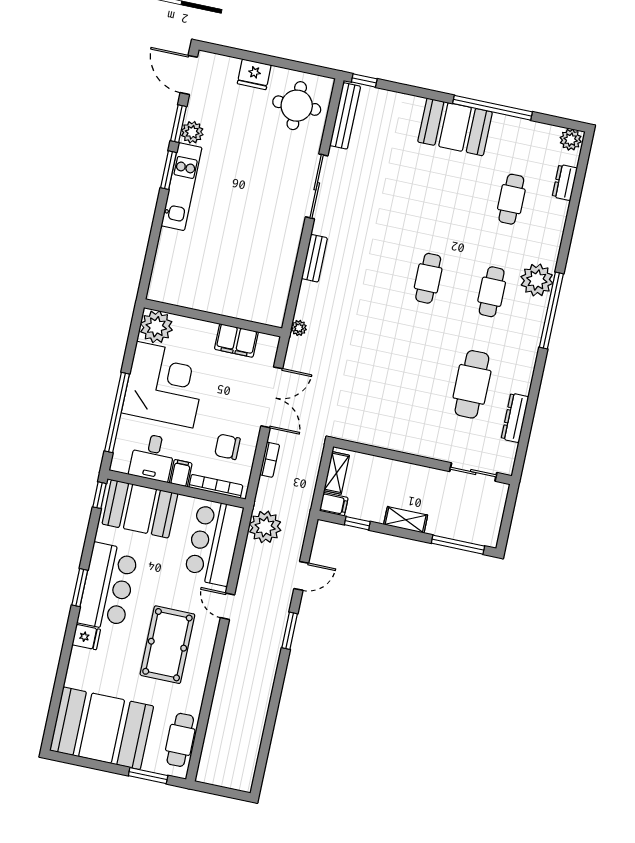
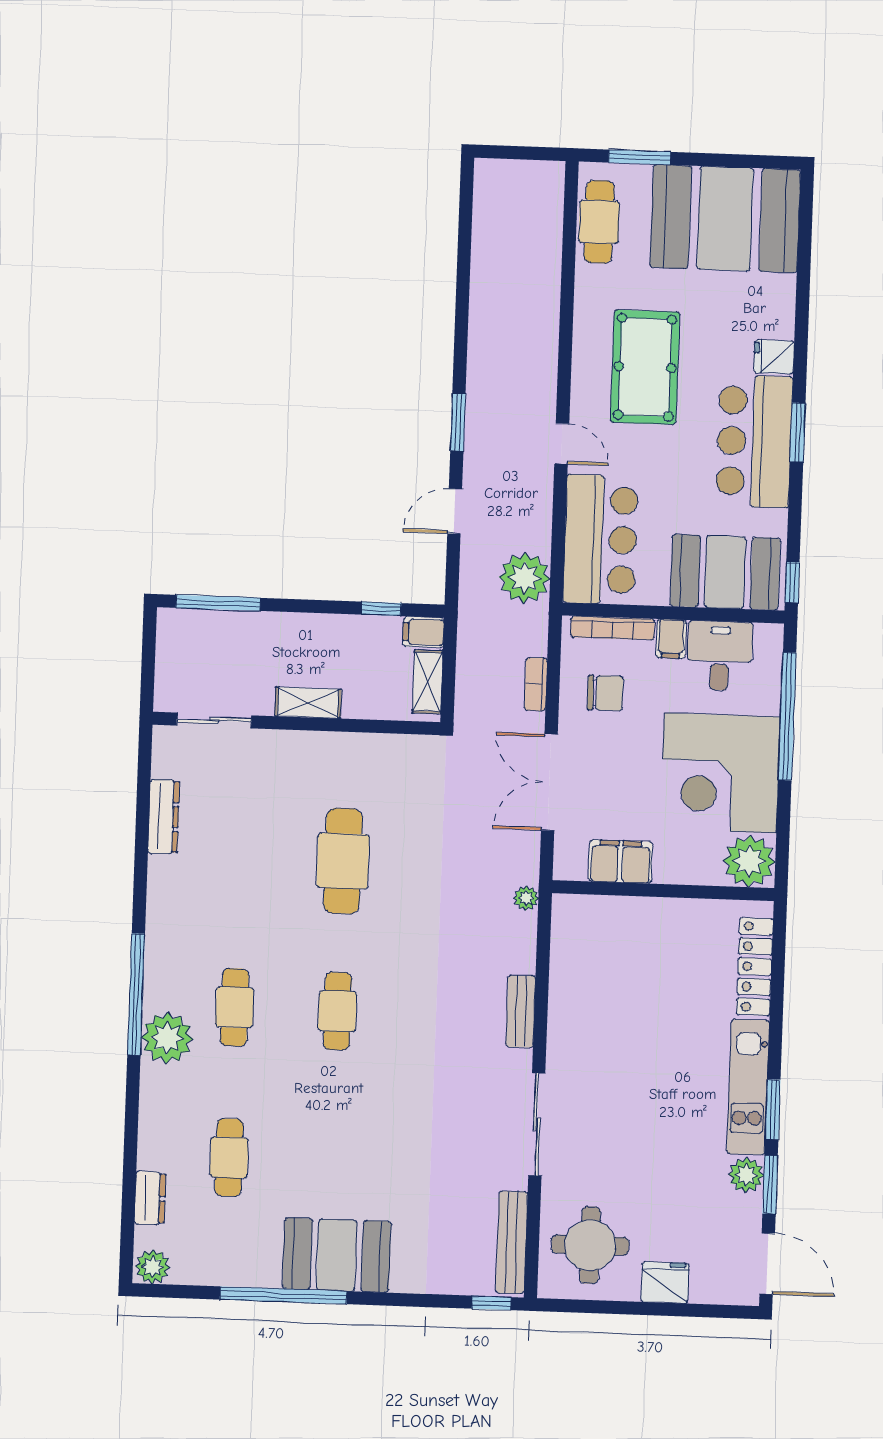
locker: (164, 261) -> (755, 967), added
cafe table: (472, 384) -> (343, 861), moved
shelving: (406, 520) -> (308, 703), moved

